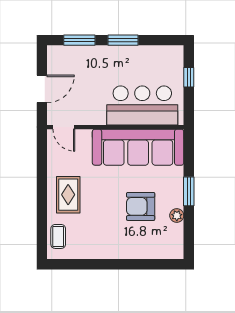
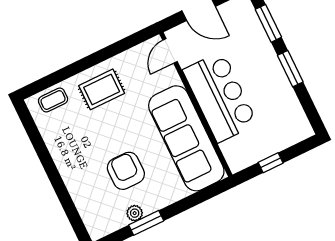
window: (189, 77) -> (271, 163), moved
bar counter: (142, 105) -> (220, 97), moved
window: (189, 191) -> (146, 223), moved

